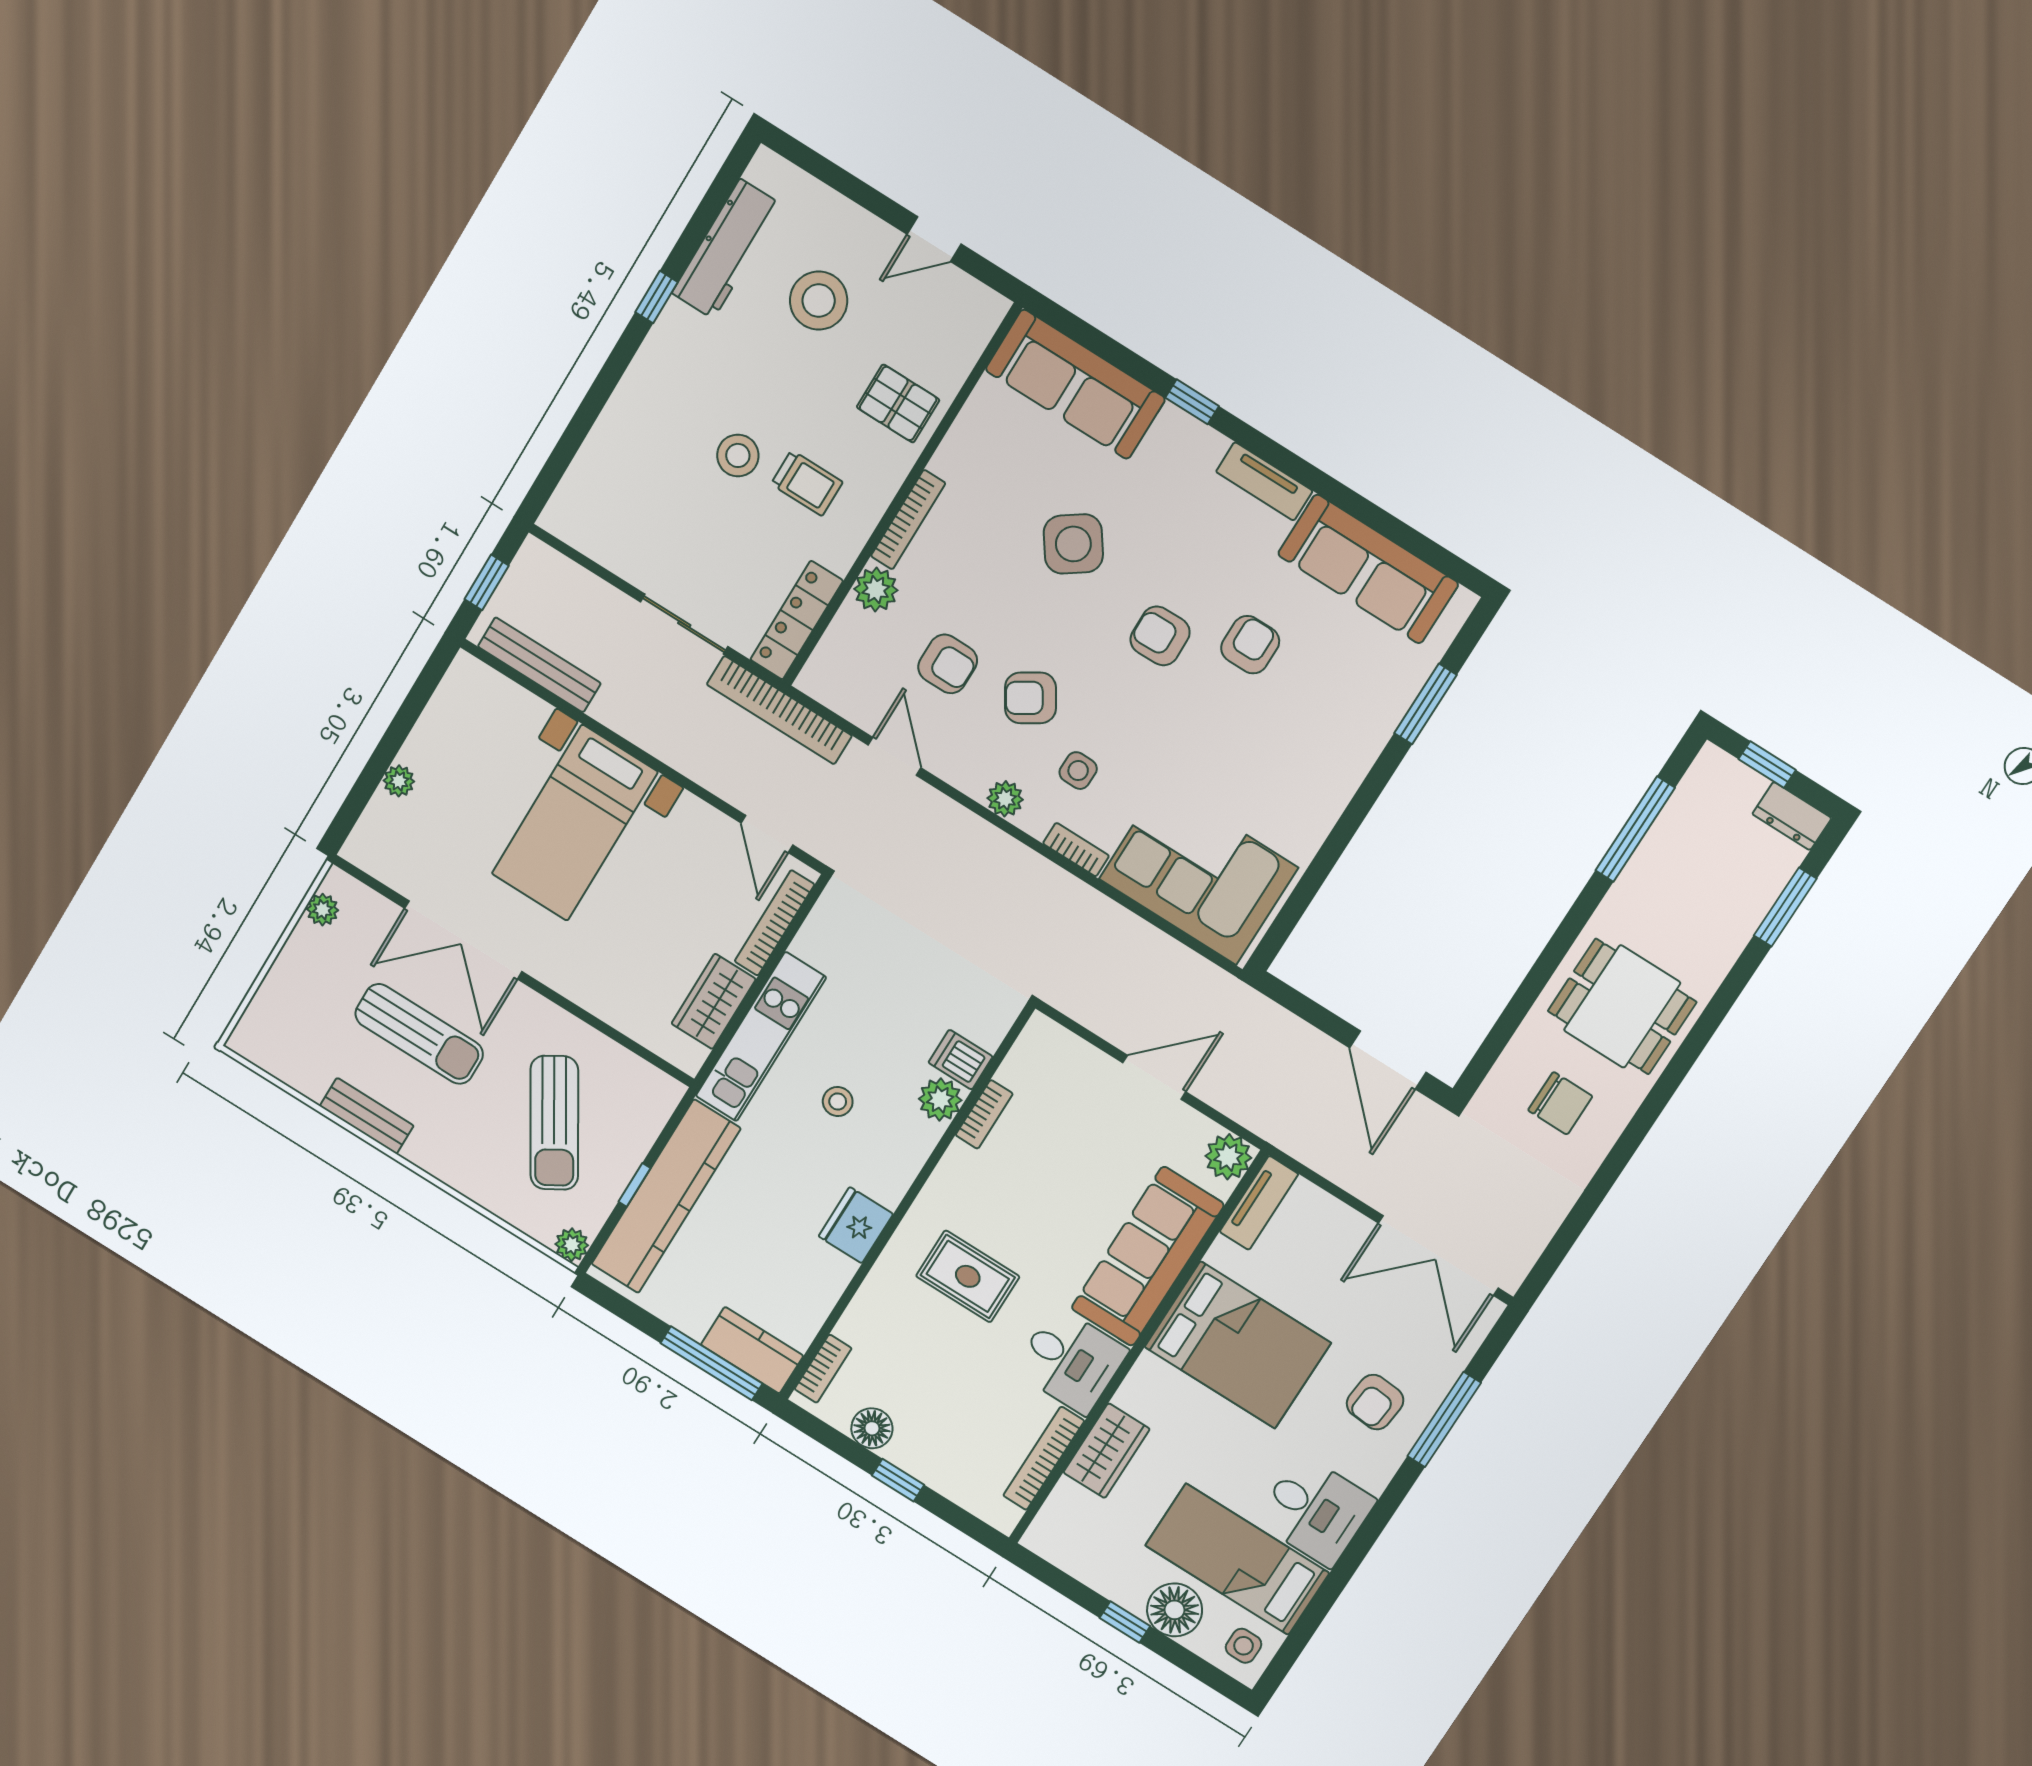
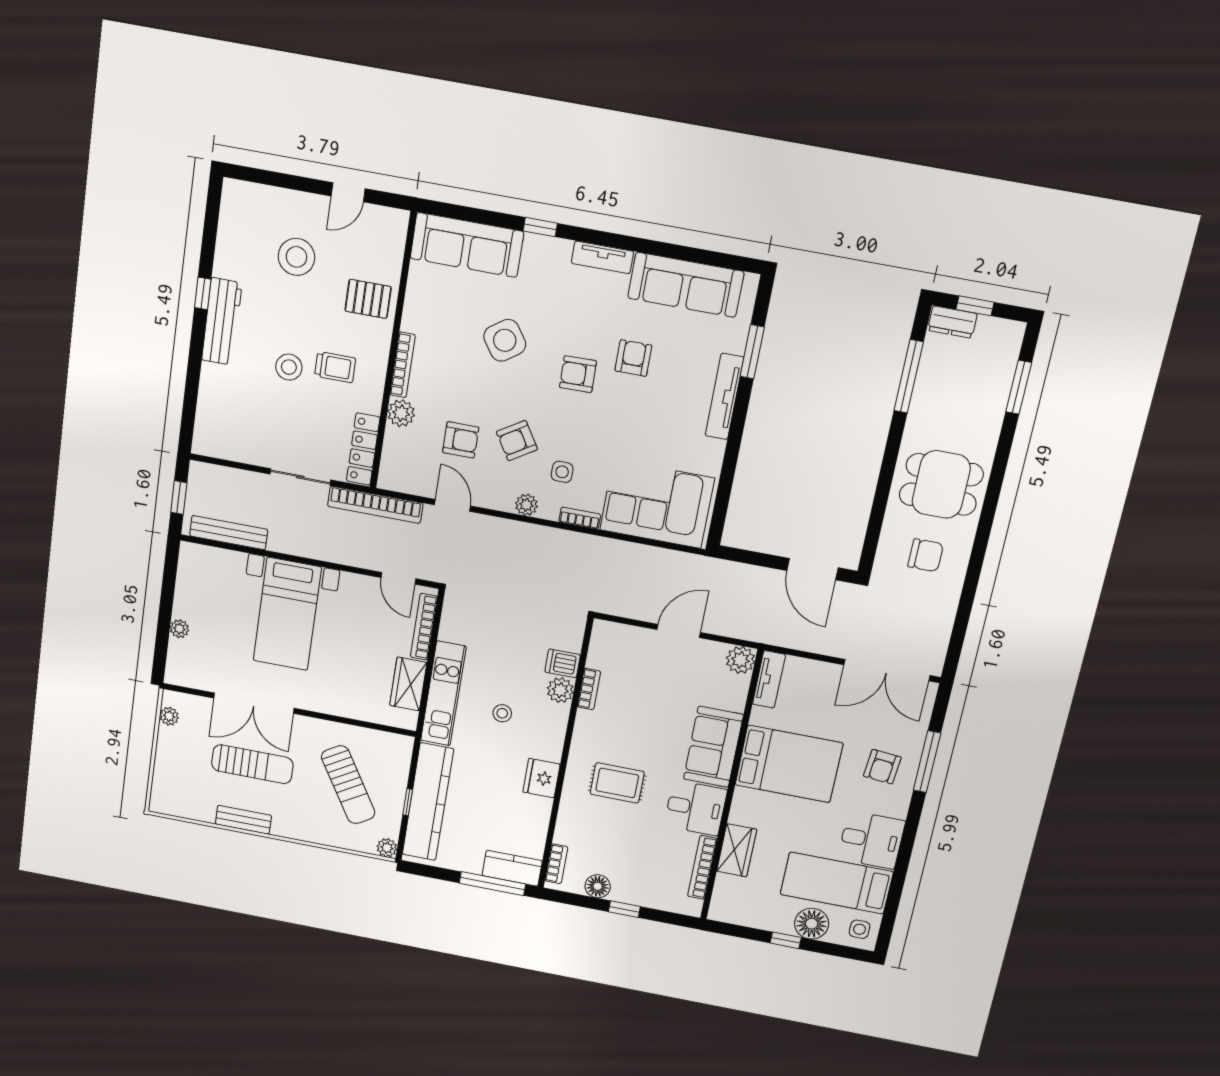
workbench: (727, 249) -> (222, 322), moved
tv unit: (1360, 753) -> (724, 396), added
dresser: (1792, 816) -> (952, 322), moved
sofa: (1148, 1256) -> (713, 747), width x0.73

